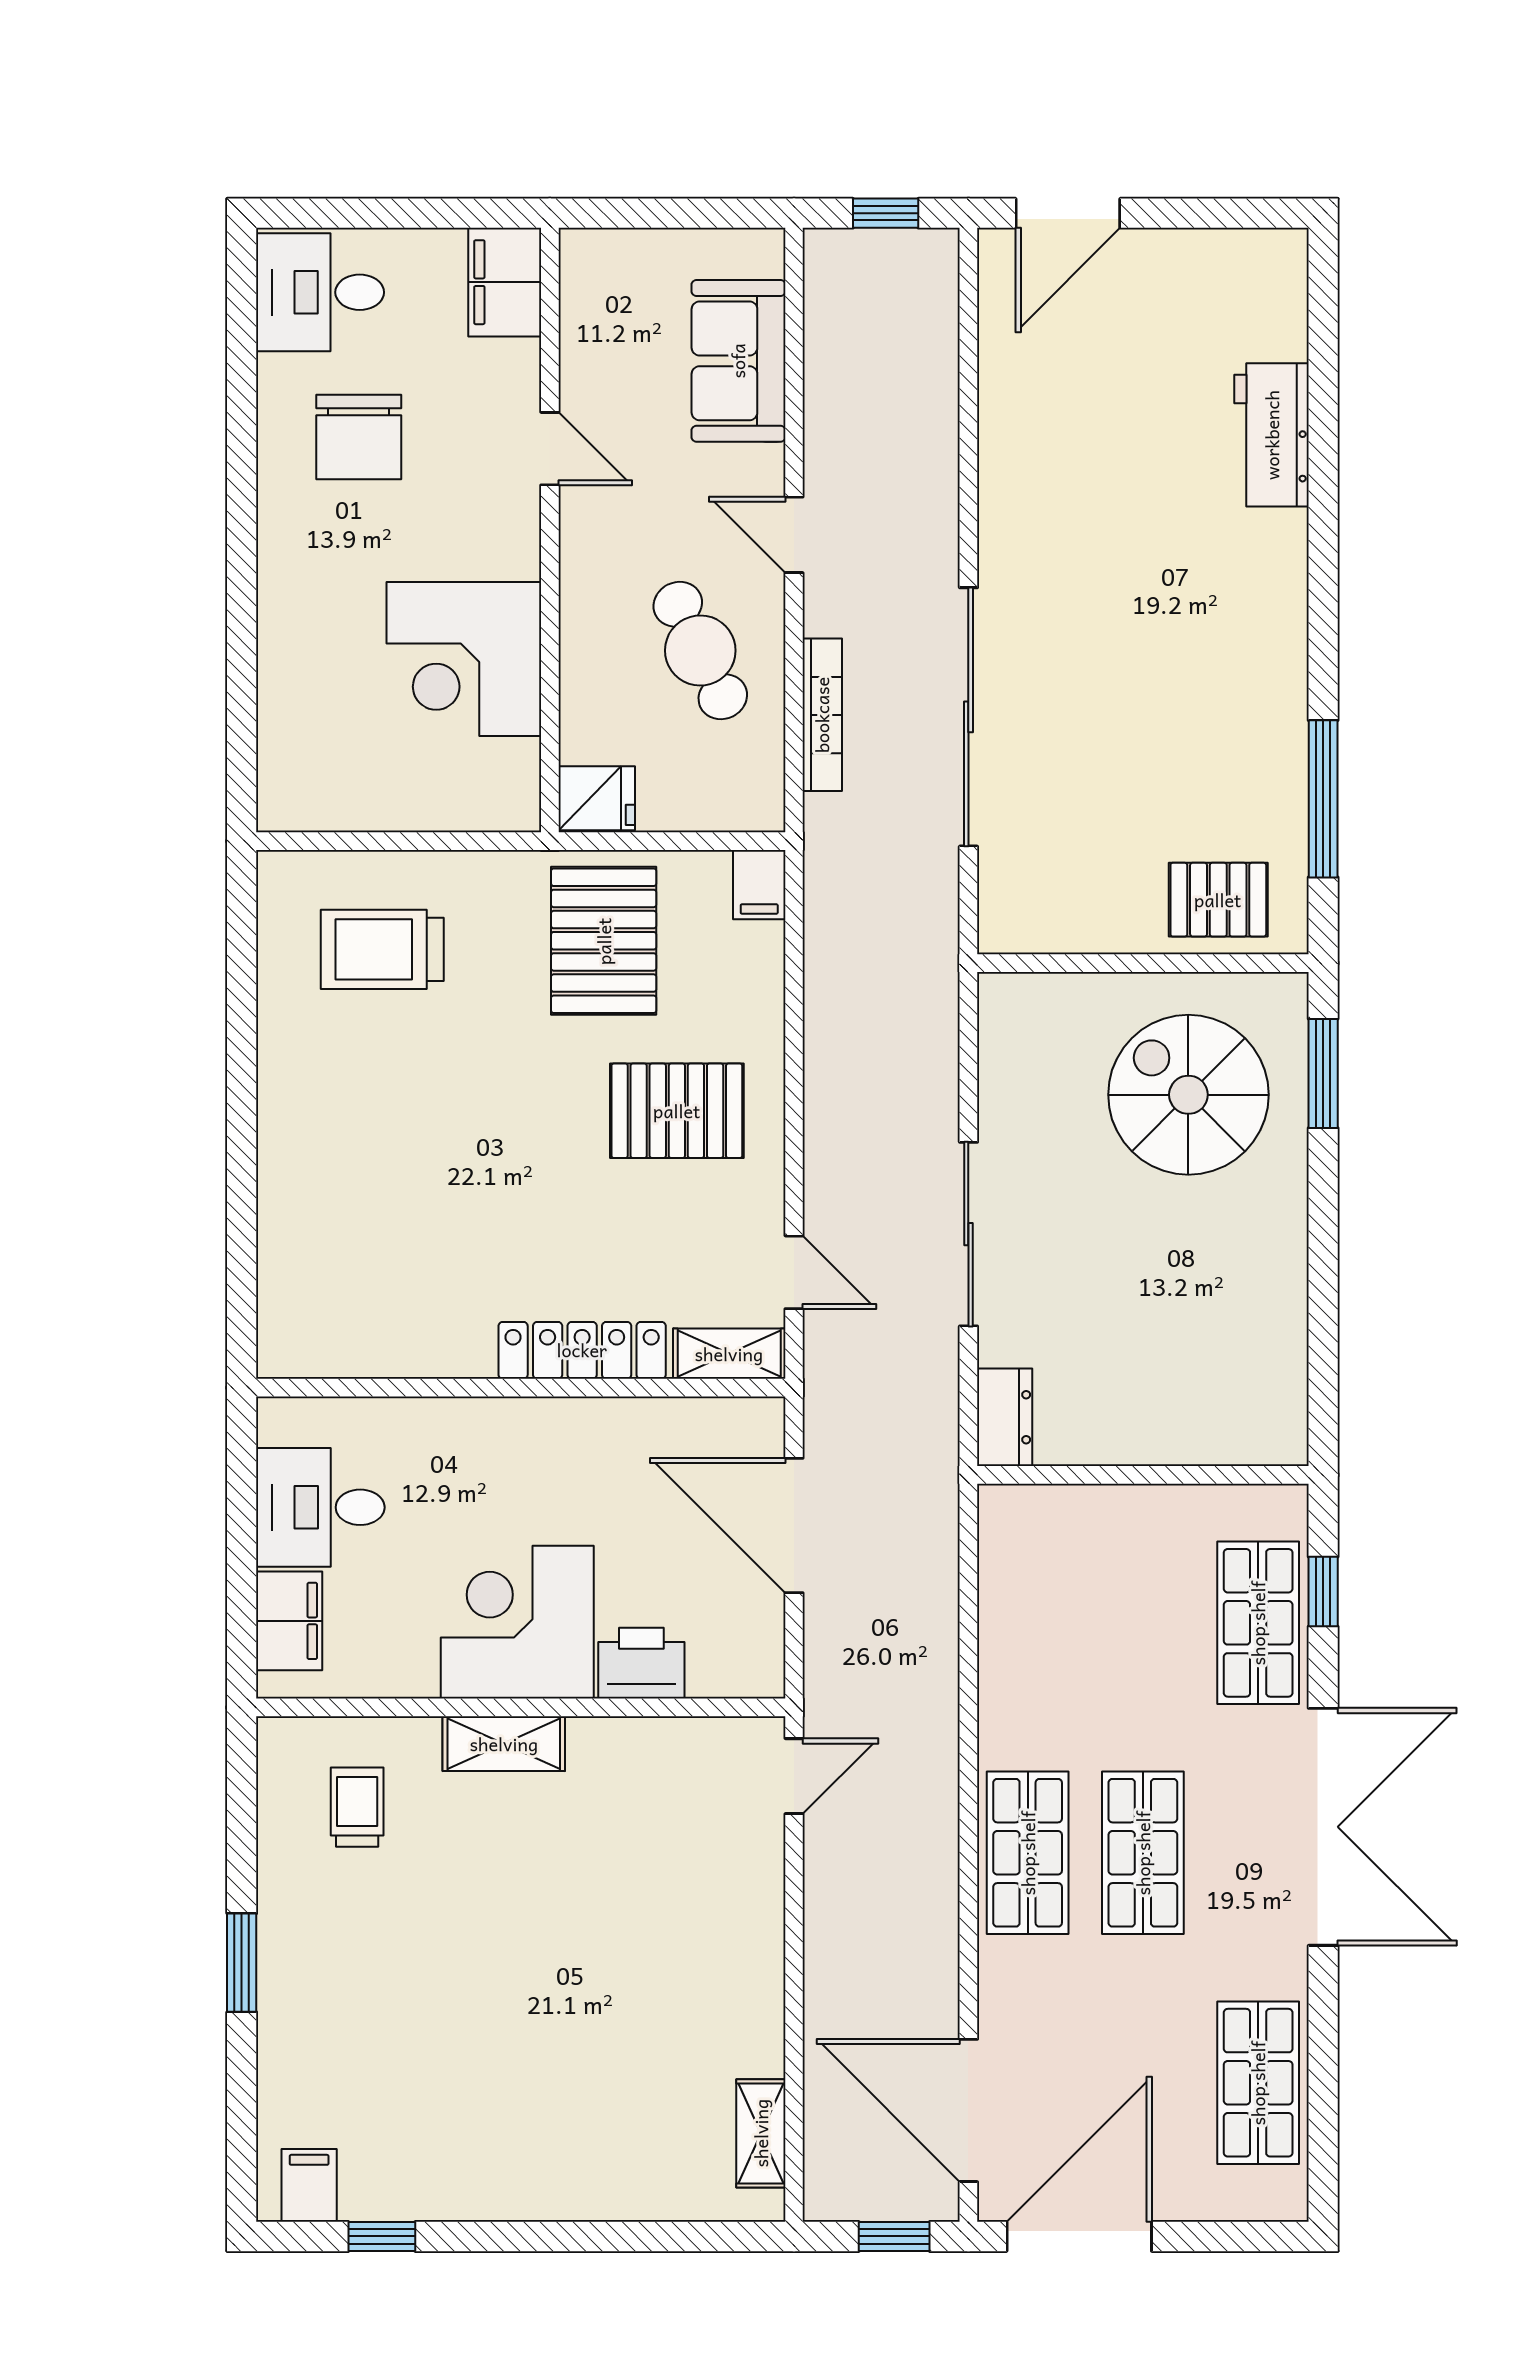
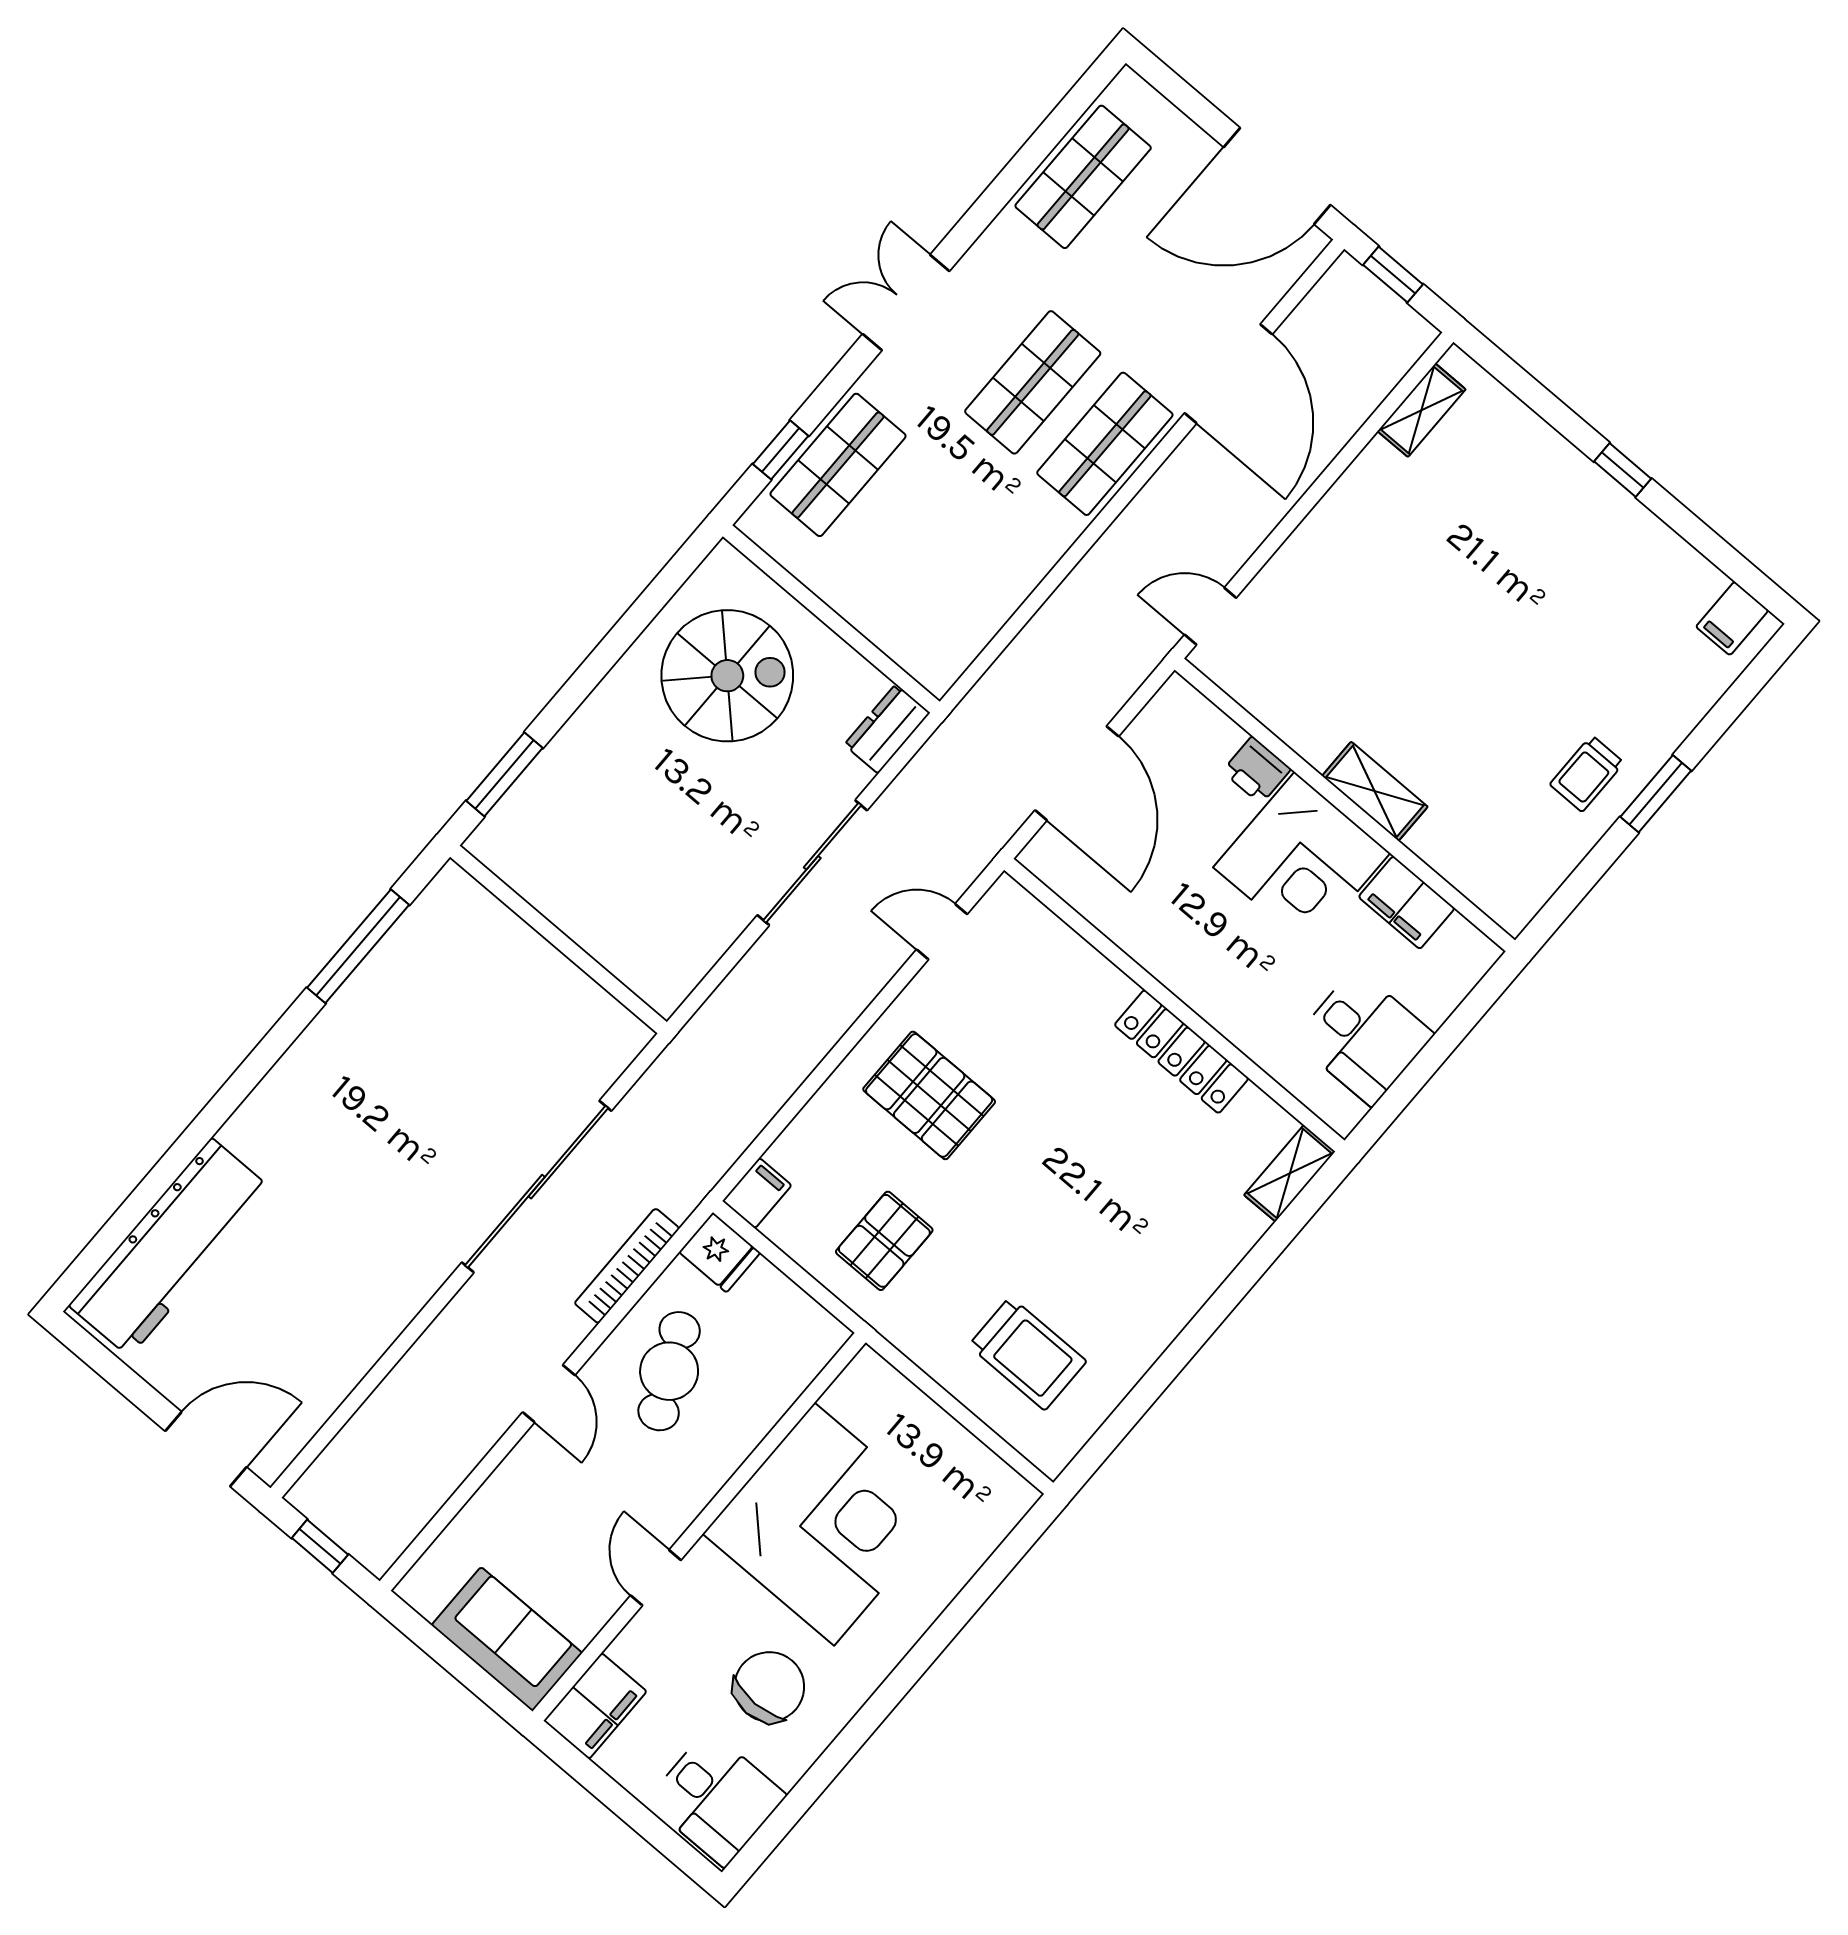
sofa: (738, 361) -> (507, 1639), moved, turned -90
workbench: (1272, 435) -> (170, 1247), width x1.87, depth x1.32
corner desk: (464, 659) -> (824, 1524), width x1.36, depth x1.36
fridge: (597, 798) -> (720, 1252), moved, turned 180
pallet: (1218, 900) -> (478, 939), removed
pallet: (604, 941) -> (884, 1241), width x0.67, depth x0.71
spiral stairs: (1188, 1095) -> (727, 676), moved, turned -90
door: (794, 1272) -> (942, 932), hinge flipped
locker: (582, 1350) -> (1182, 1052), moved
shelving: (729, 1354) -> (1290, 1173), moved, turned 90
filing cabinet: (289, 1621) -> (1407, 903), moved, turned -90
printer: (641, 1663) -> (1257, 770), width x0.73, depth x0.81
trolley: (357, 1807) -> (1587, 774), moved
double door: (1323, 1827) -> (906, 303), width x0.54
door: (968, 2110) -> (1228, 374), moved
window: (382, 2236) -> (1623, 470), moved

